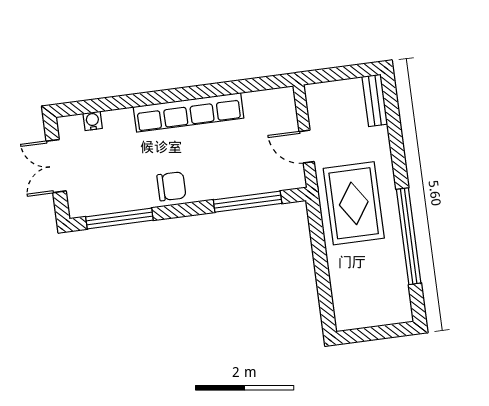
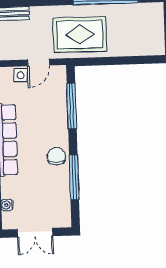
side table: (285, 122) -> (21, 75), added
window: (119, 218) -> (74, 177), moved

